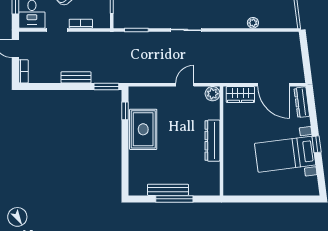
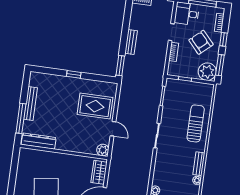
window: (125, 111) -> (74, 74), moved
rug: (143, 129) -> (95, 106), moved
dresser: (212, 141) -> (39, 141), moved
window: (174, 199) -> (21, 118), moved

